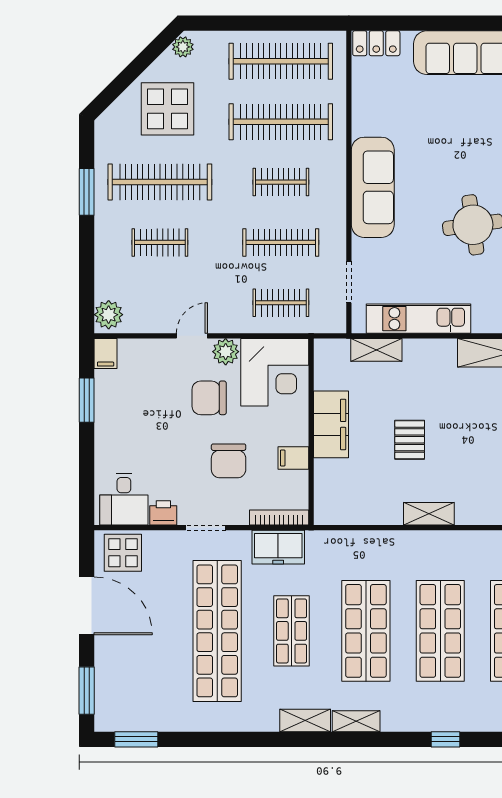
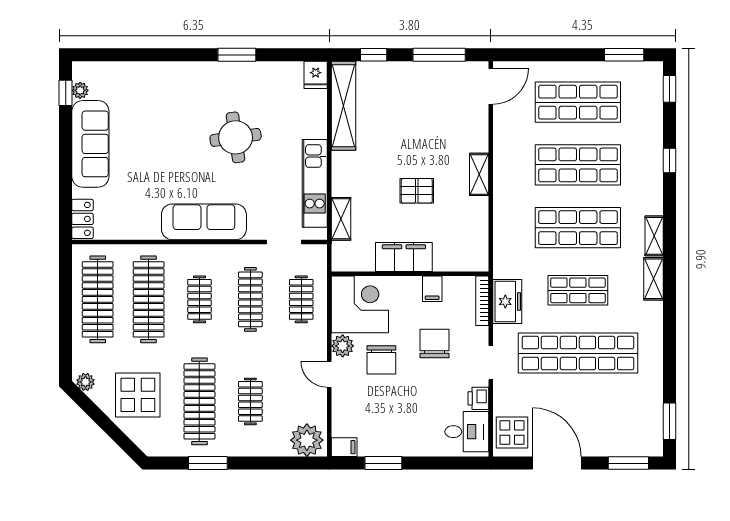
plant: (109, 315) -> (307, 440), width x1.36, depth x1.36
chair: (229, 461) -> (435, 343), turned -90
door: (87, 606) -> (557, 463), hinge flipped

